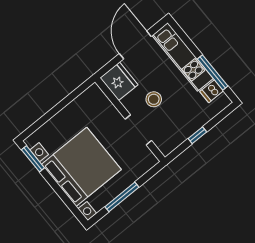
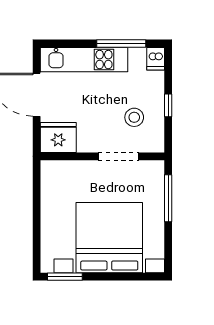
dishwasher: (212, 91) -> (156, 59), moved
stool: (154, 99) -> (134, 117), moved
window: (122, 197) -> (168, 198), moved

